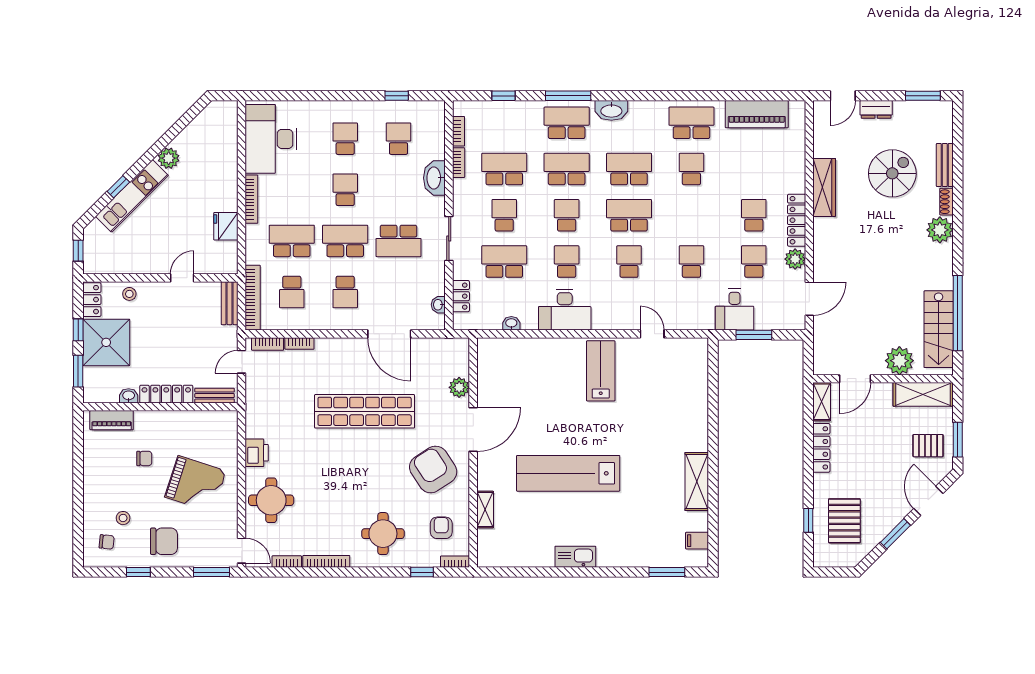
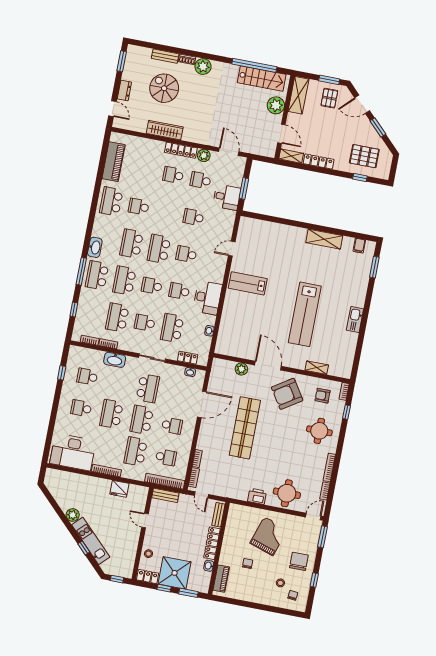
school desk: (345, 190) -> (111, 414), width x1.85

